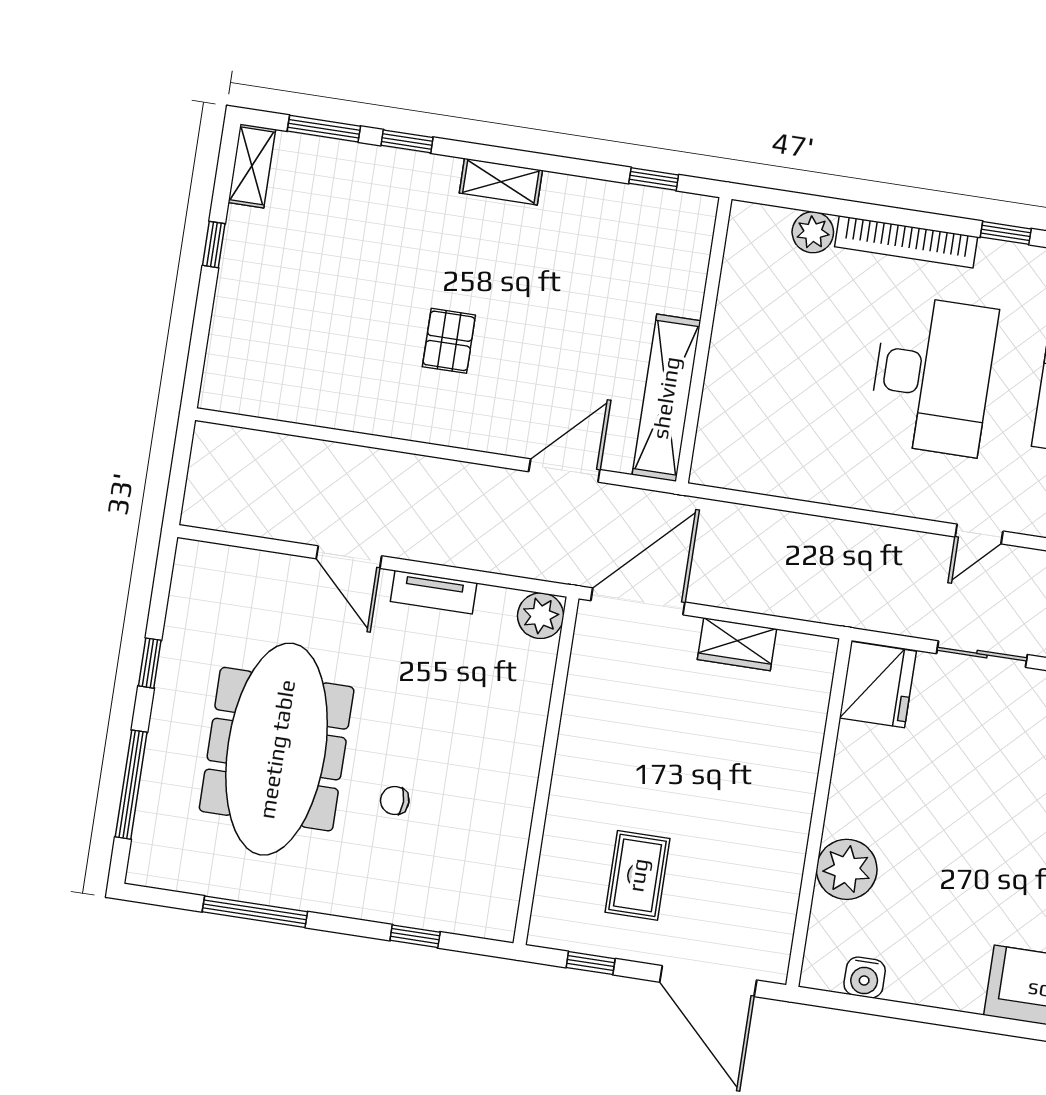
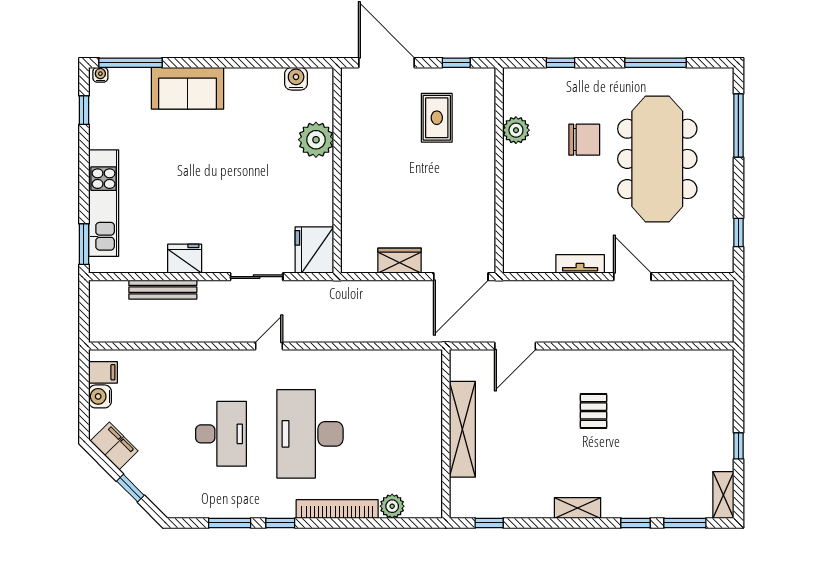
shelving: (666, 398) -> (462, 429), moved
plant: (541, 616) -> (516, 130), moved
window: (150, 663) -> (738, 233), moved
chair: (395, 800) -> (584, 140), width x1.87, depth x1.87

